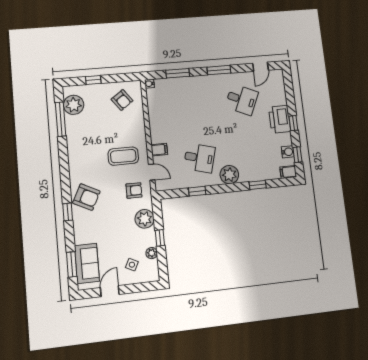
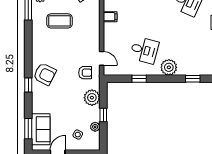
filing cabinet: (159, 150) -> (110, 17), moved
coffee table: (123, 156) -> (59, 21), moved

